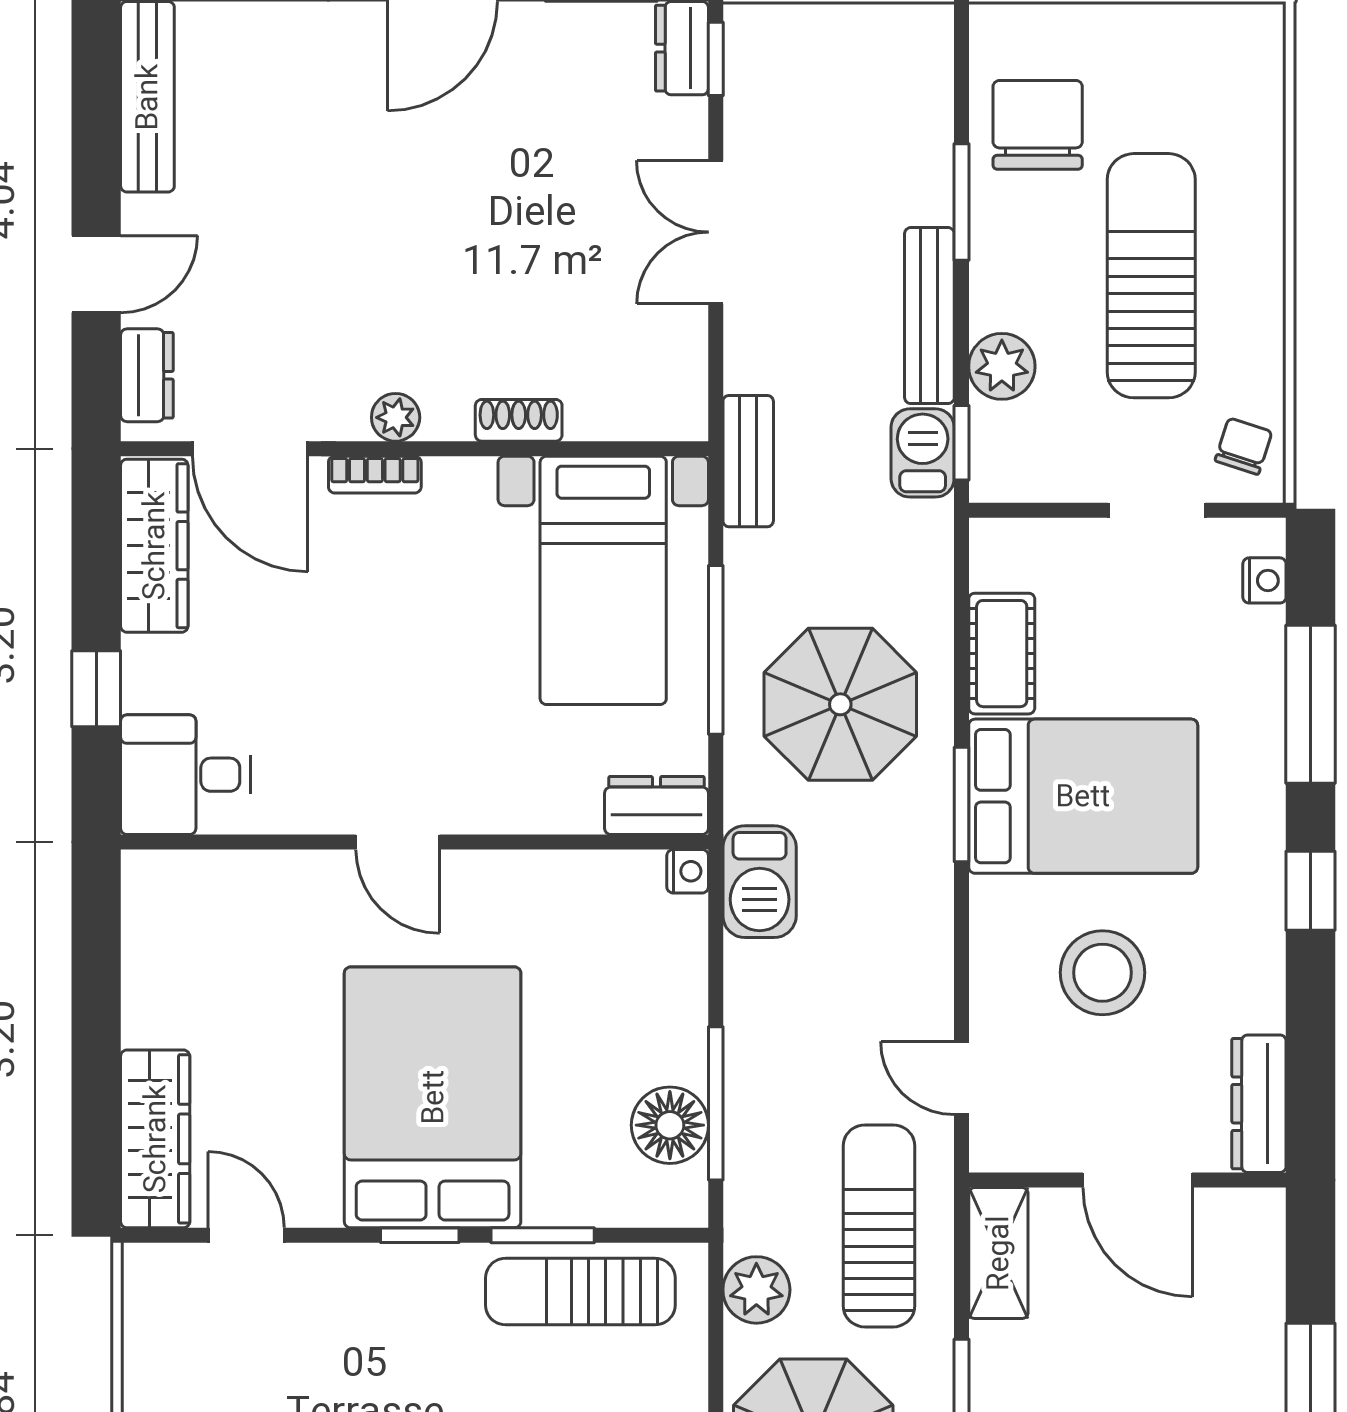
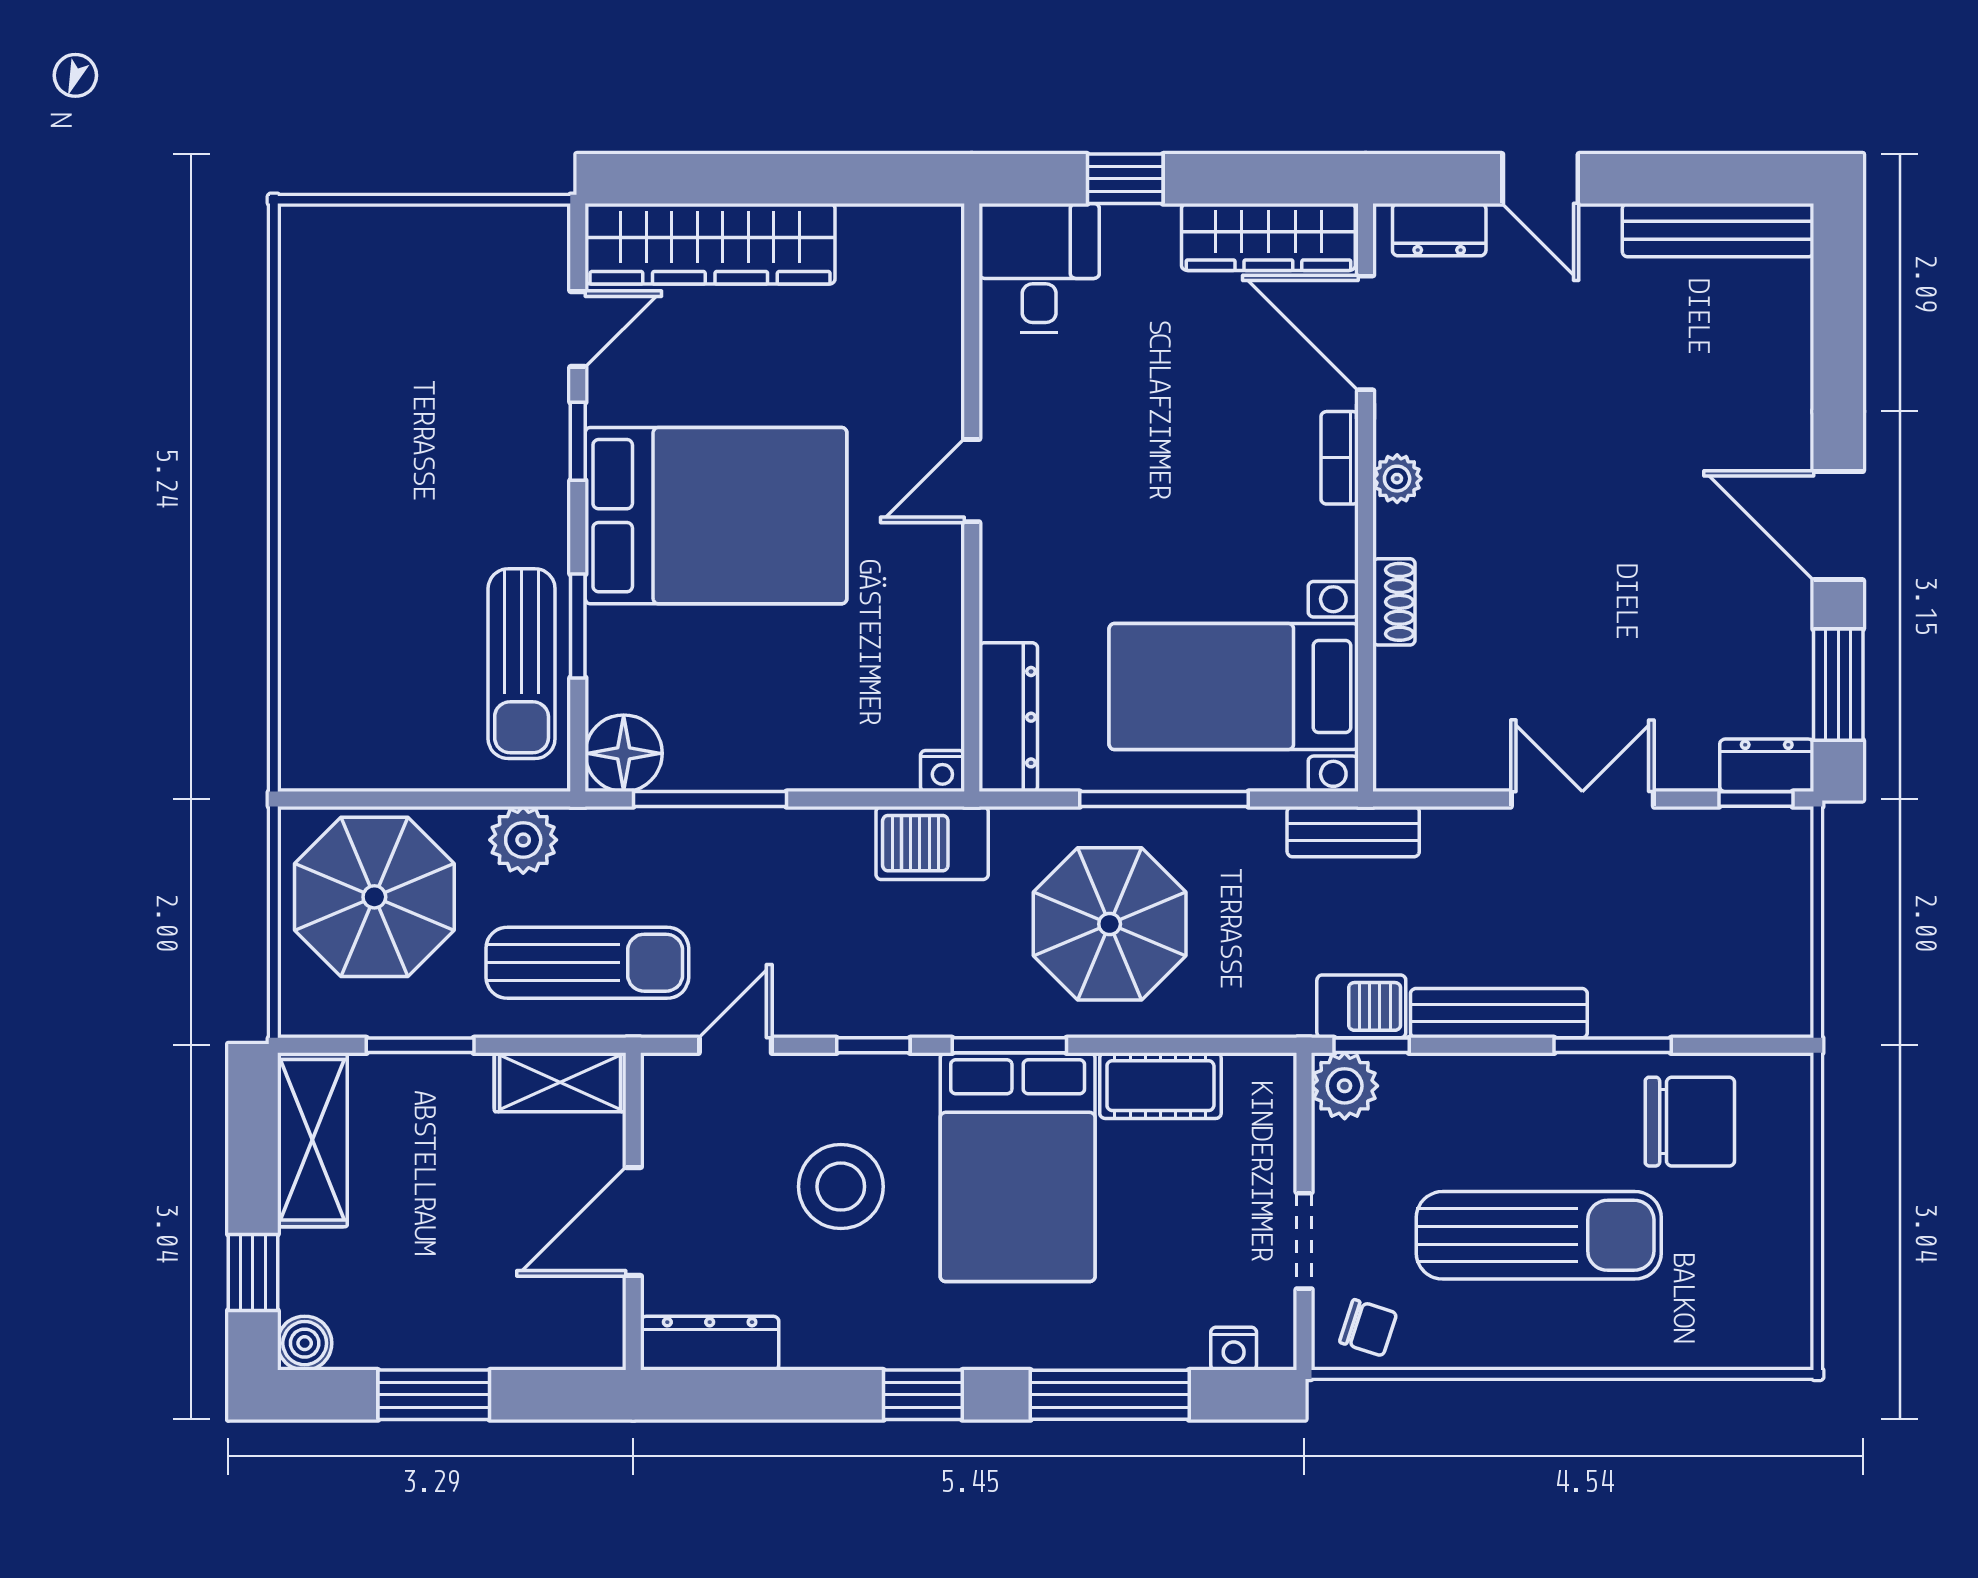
plant: (1002, 366) -> (1345, 1086), moved
door: (250, 449) -> (1366, 333), hinge flipped
dresser: (656, 806) -> (1008, 717), width x1.44
window: (961, 940) -> (873, 1045), added
floor lamp: (670, 1125) -> (624, 753), moved
wardrobe: (155, 1139) -> (710, 244), width x1.40, depth x1.17
window: (420, 1235) -> (578, 441), moved
sun lounger: (580, 1292) -> (522, 664), turned 180

